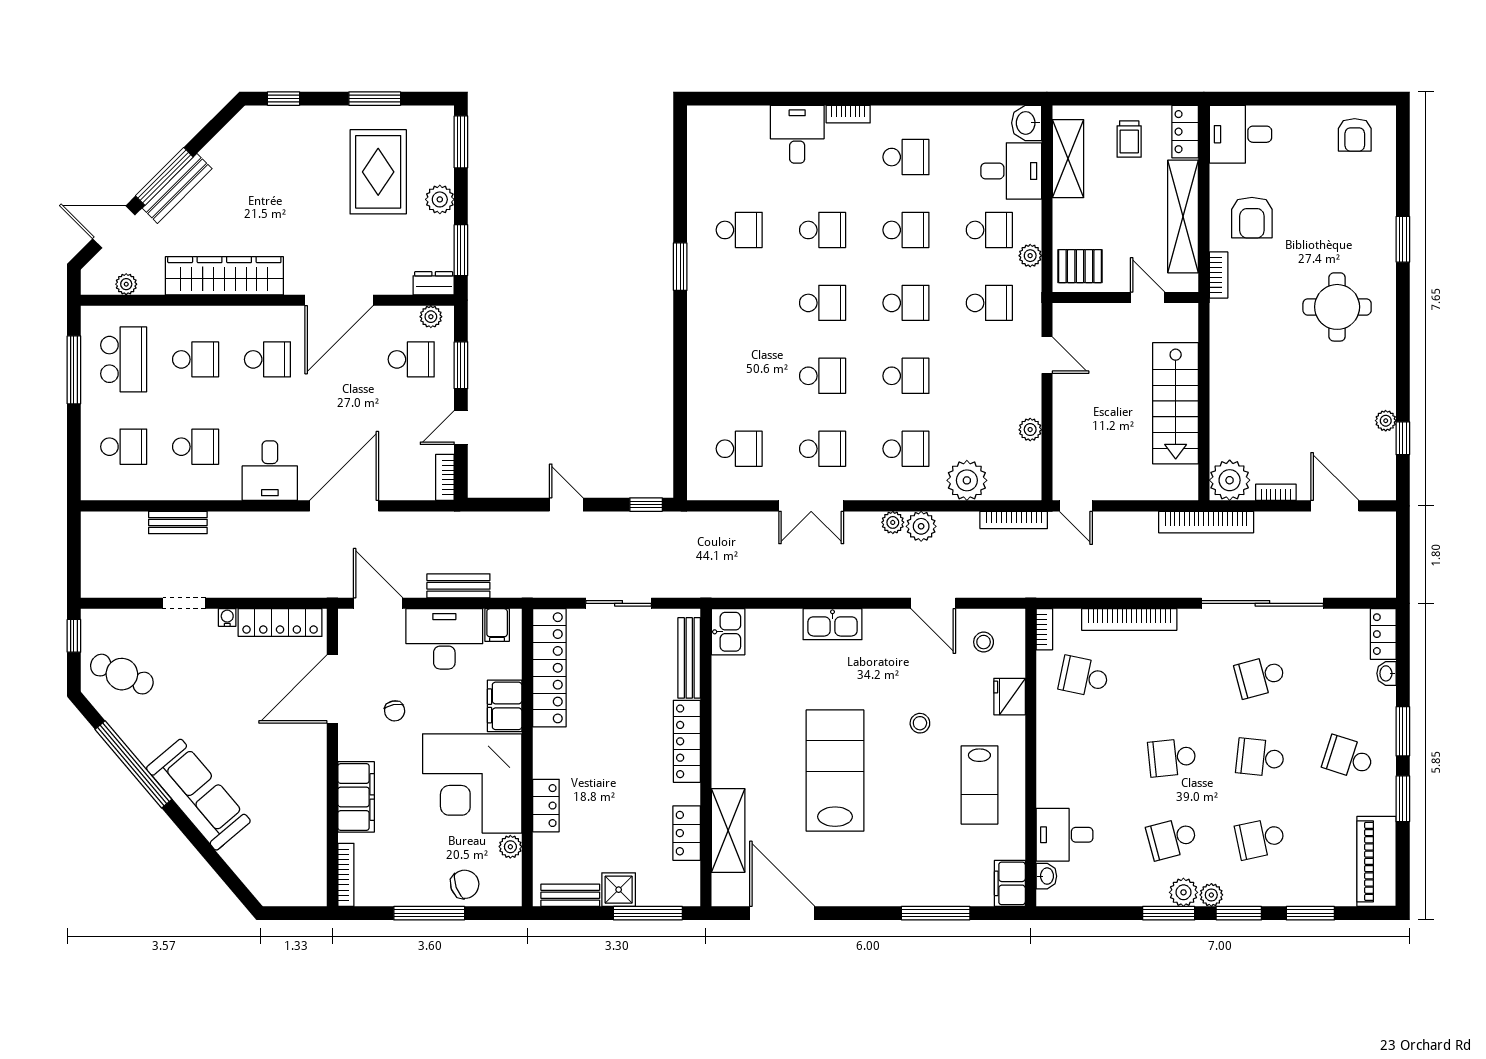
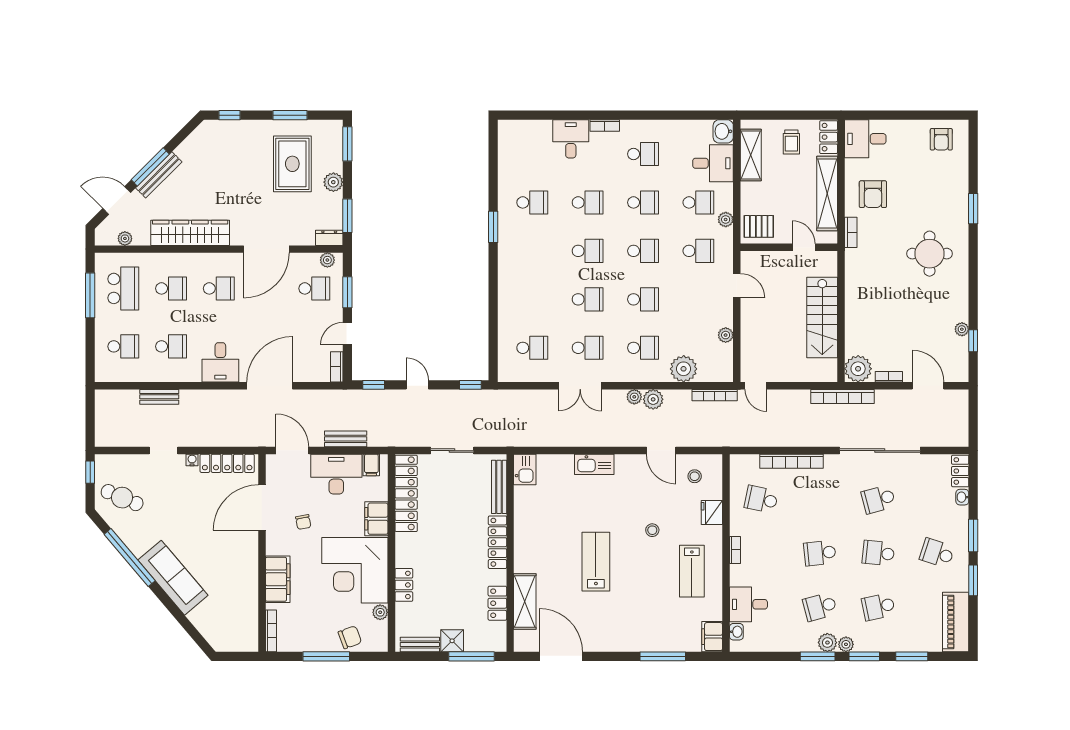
window: (500, 505) -> (374, 385), added
bookcase: (1044, 629) -> (735, 550), moved
lab bench: (835, 771) -> (596, 562), width x0.73, depth x0.72

